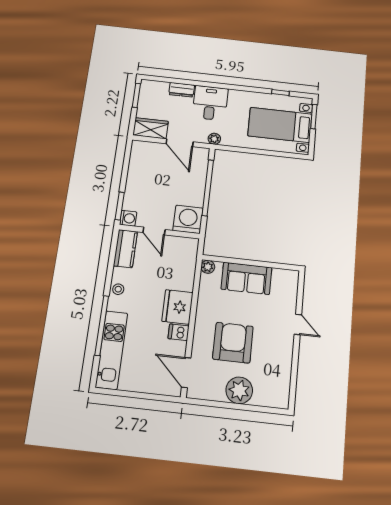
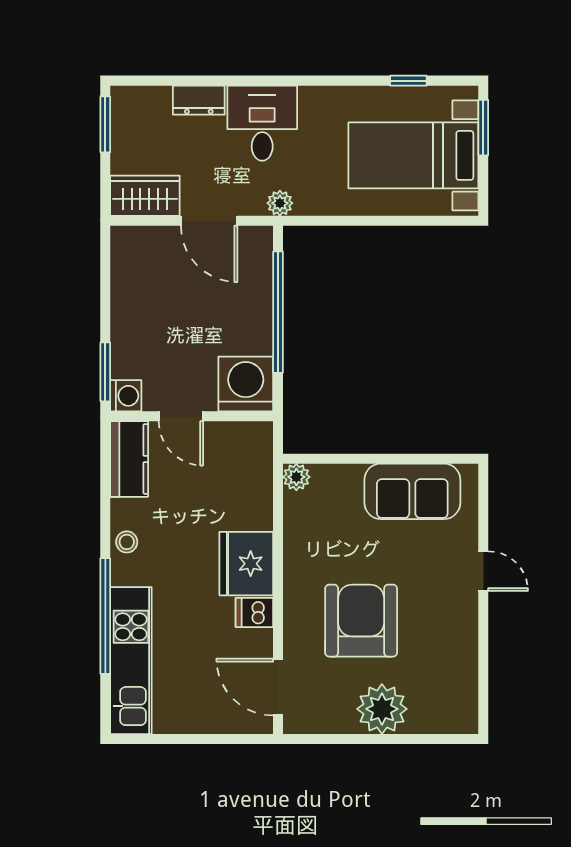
sofa: (246, 278) -> (412, 491), moved

